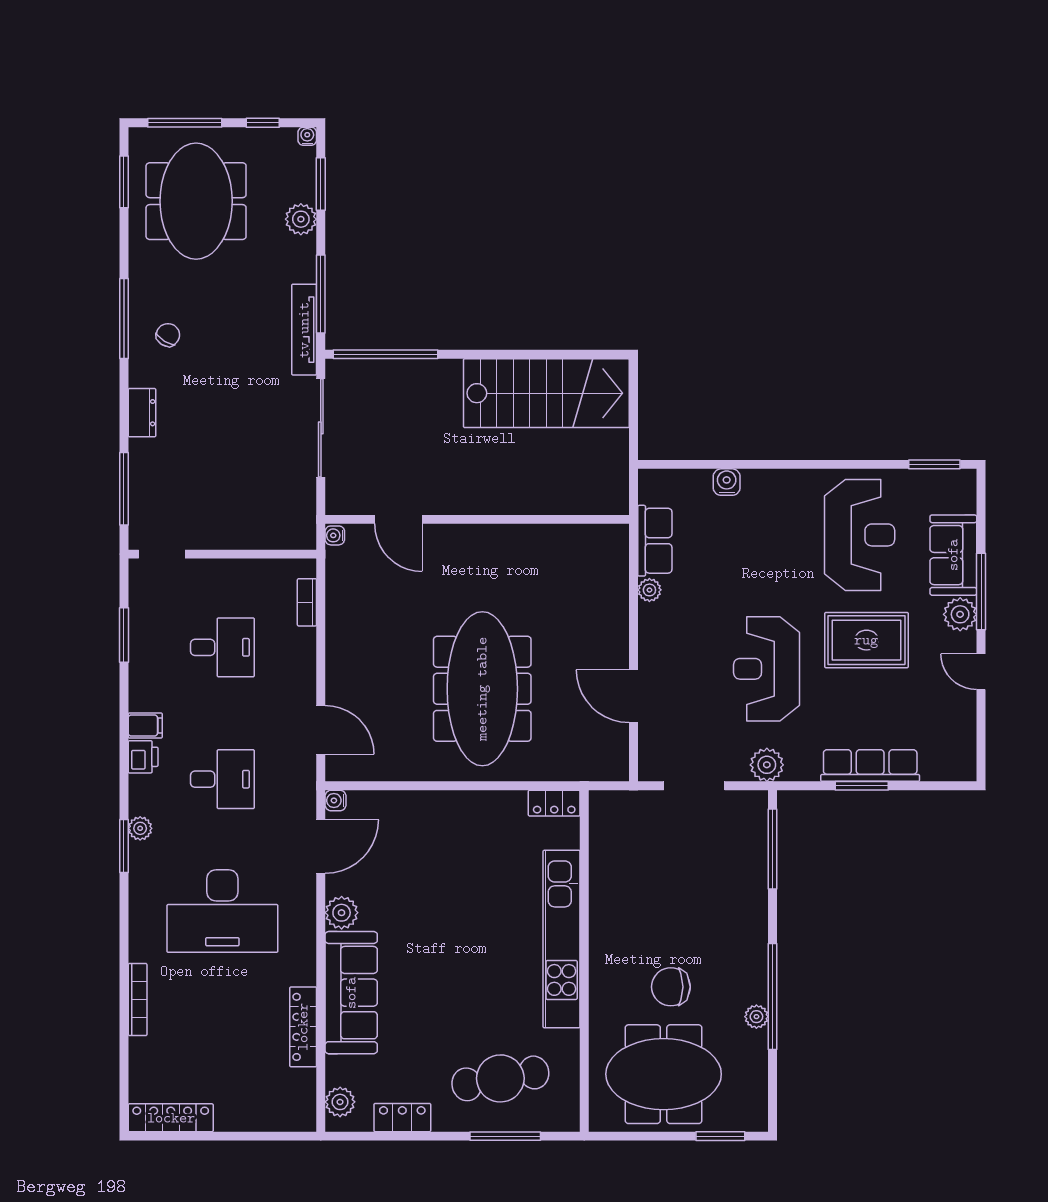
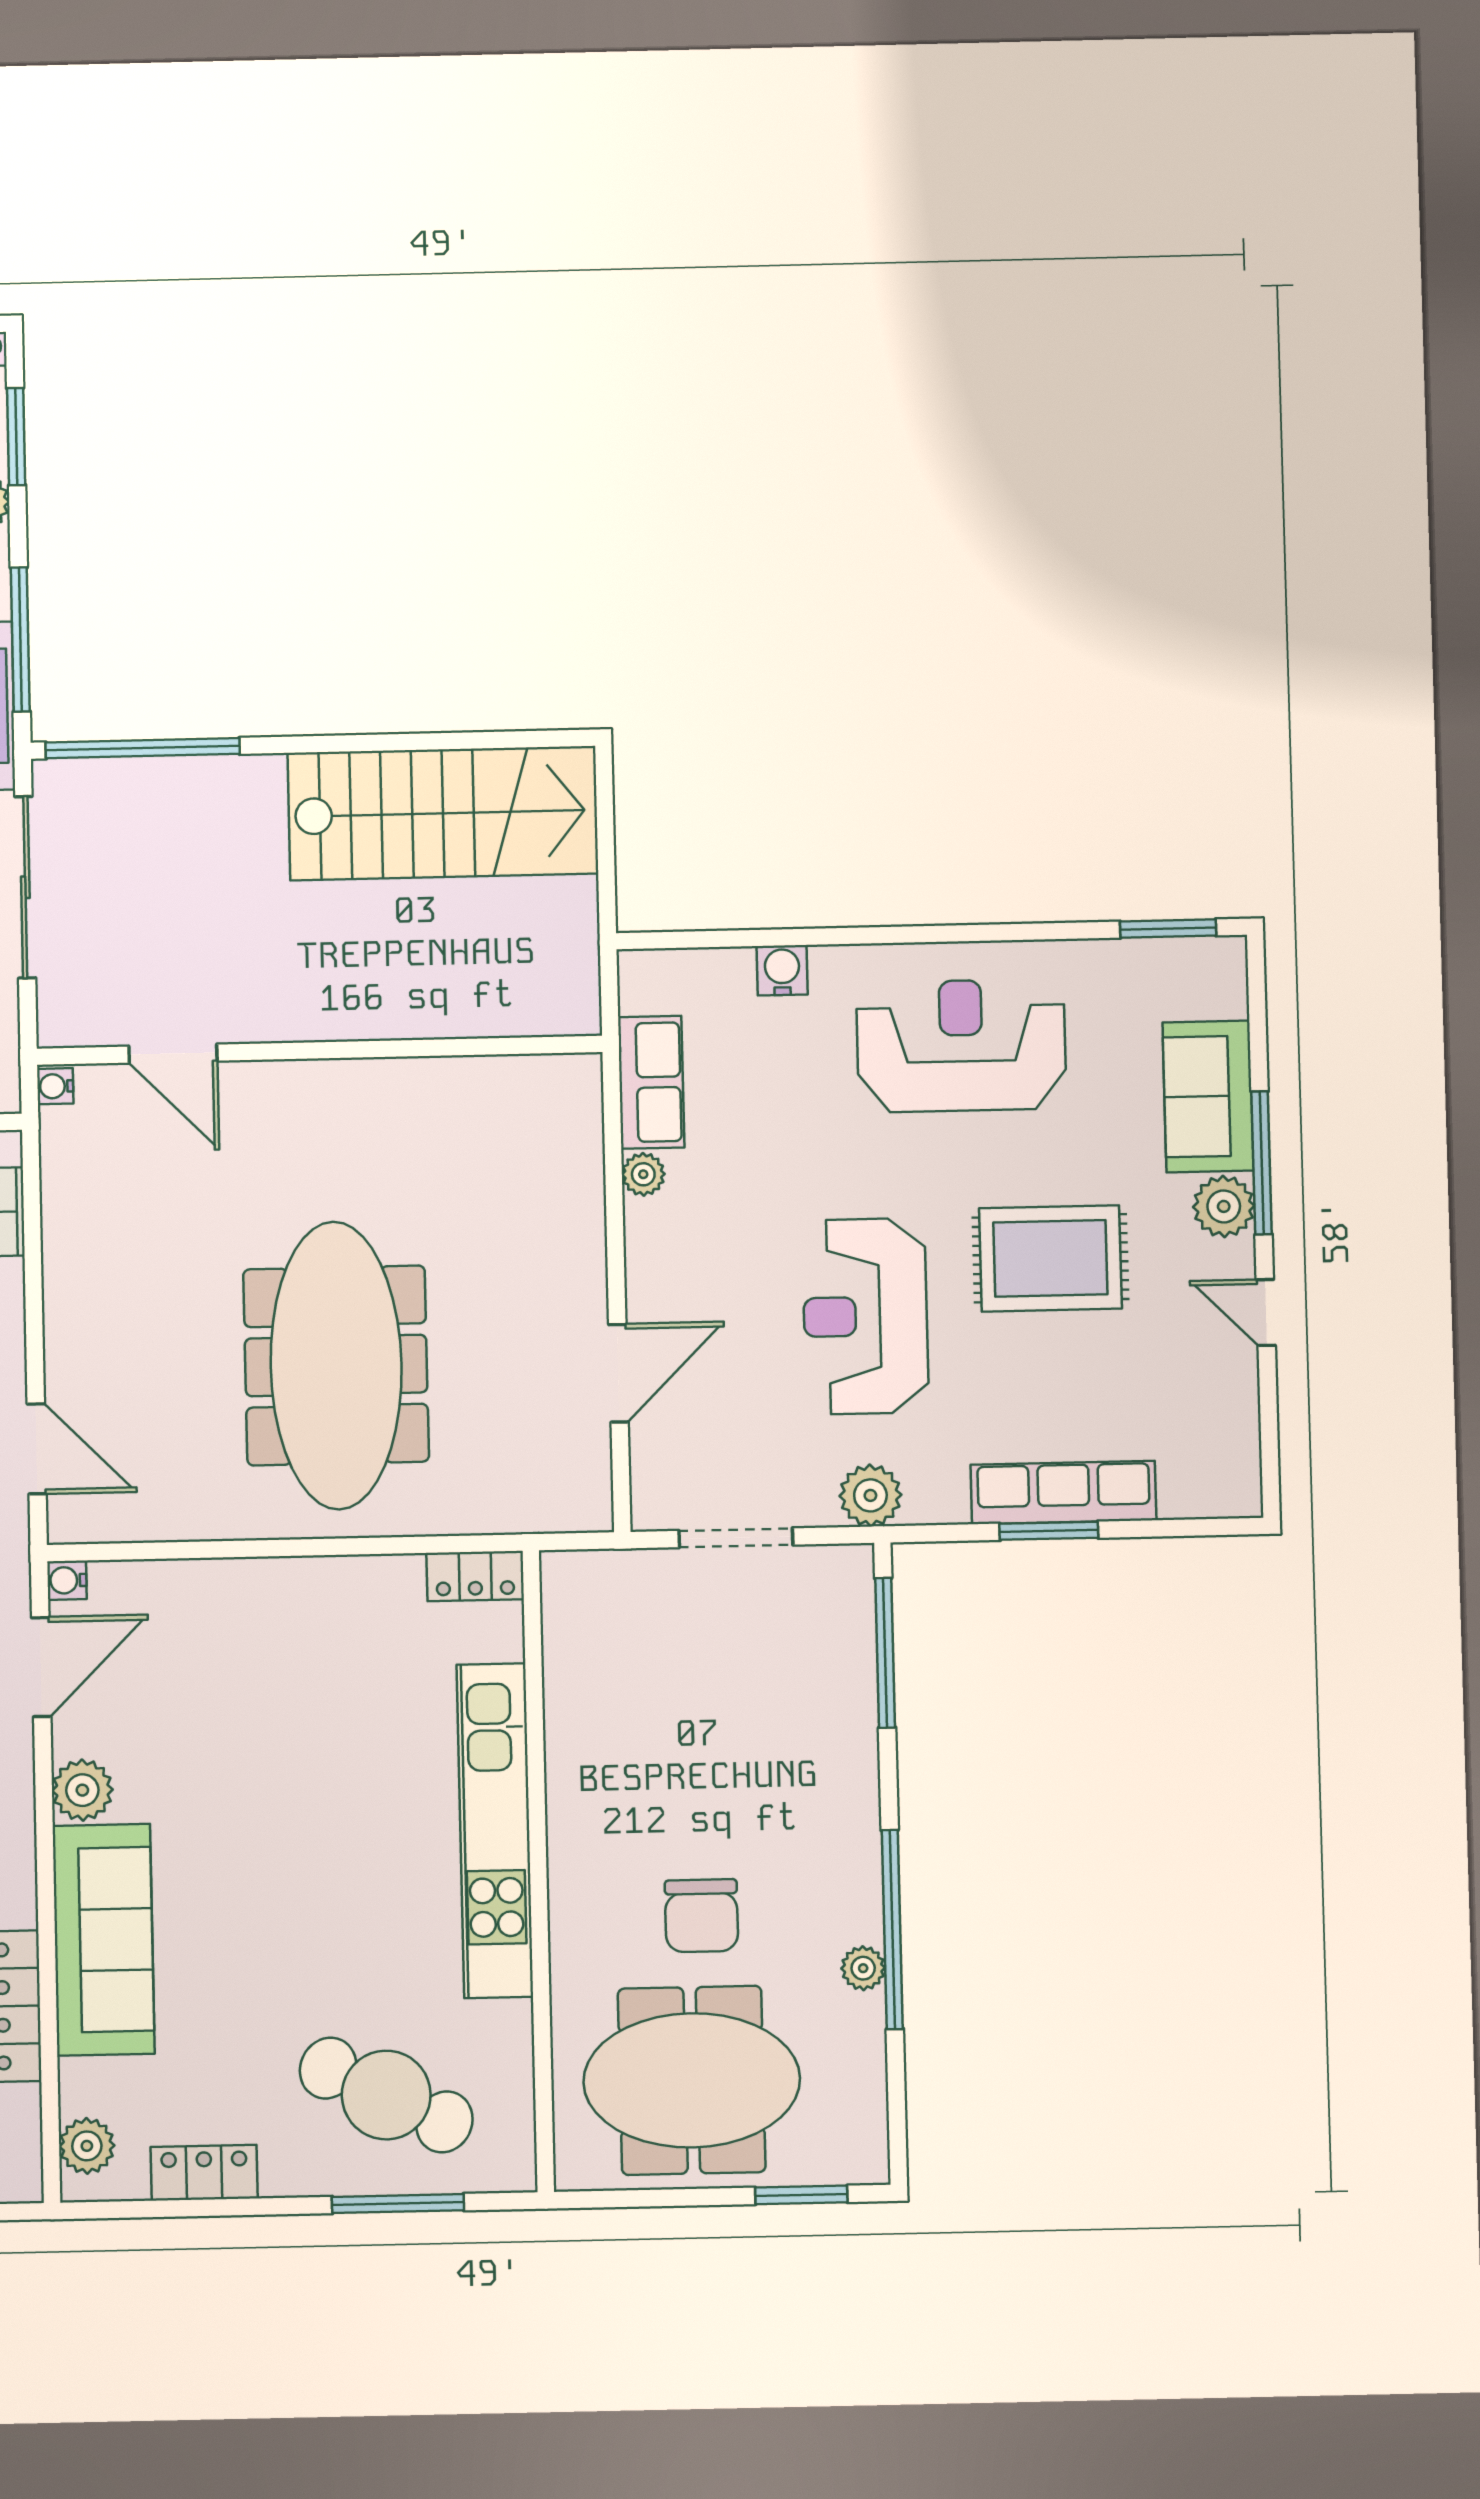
reception desk: (860, 535) -> (961, 1046), moved, turned -90
door: (634, 696) -> (618, 1373), swing flipped
chair: (671, 987) -> (701, 1916), turned -90
cafe table: (500, 1078) -> (386, 2095), turned 36

